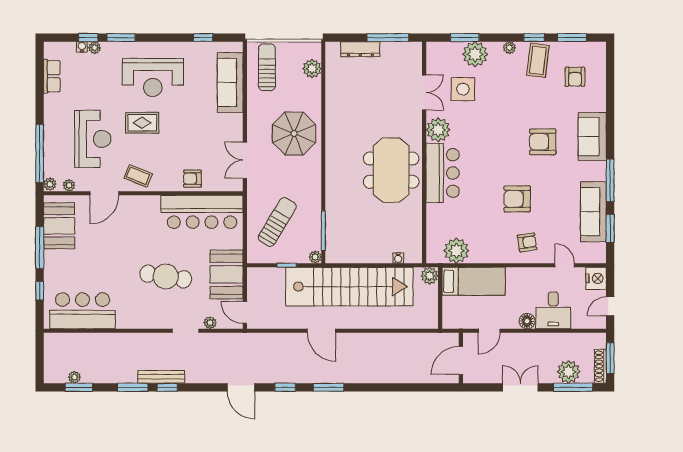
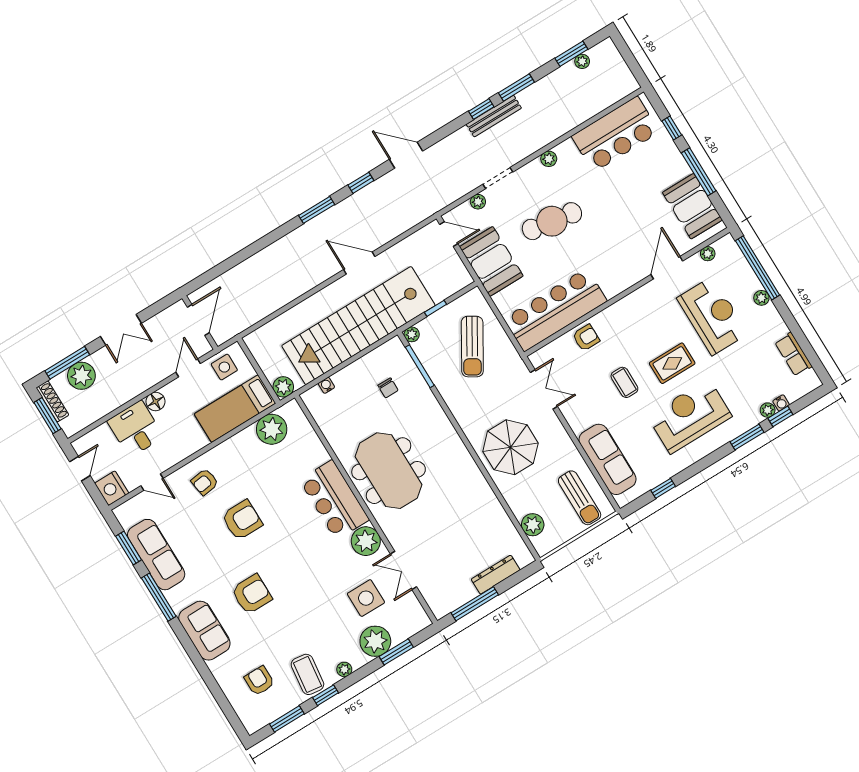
reception desk: (93, 139) -> (712, 316), turned 180
coffee table: (138, 176) -> (624, 382), moved, turned 68
plant: (50, 184) -> (761, 298), moved
chair: (355, 229) -> (388, 388), added
side table: (463, 316) -> (224, 367), added
plant: (141, 322) -> (549, 159), added

